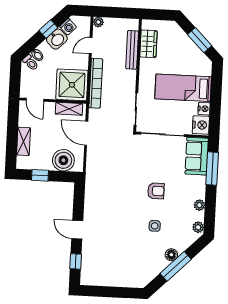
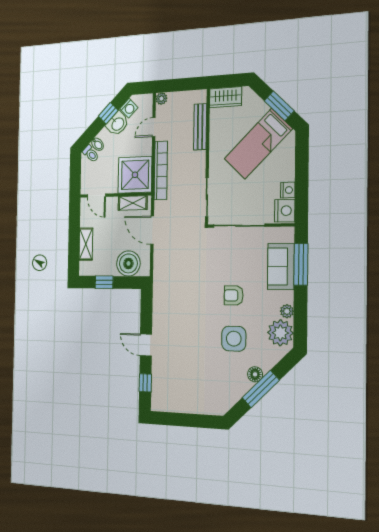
wardrobe: (148, 44) -> (226, 97), moved, turned 90
bed: (183, 88) -> (258, 144), moved, turned -45
sofa: (197, 156) -> (281, 266), moved
armchair: (156, 191) -> (234, 295), turned 180
side table: (155, 226) -> (234, 339), width x1.87, depth x1.87
plant: (198, 227) -> (280, 333), width x1.88, depth x1.88

